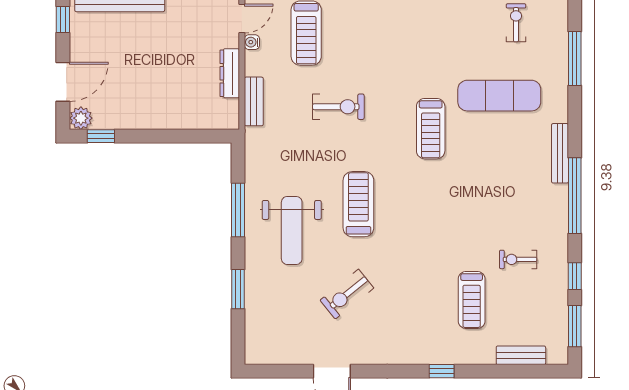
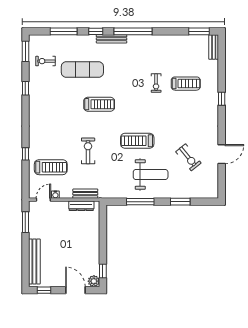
door: (242, 19) -> (43, 200), hinge flipped
dresser: (230, 73) -> (81, 206), moved
exercise mat: (499, 96) -> (82, 70), turned 90
exercise bike: (518, 259) -> (156, 83), moved
window: (575, 276) -> (96, 31), moved
exercise bike: (347, 294) -> (188, 157), moved
bench: (521, 355) -> (214, 47), moved

